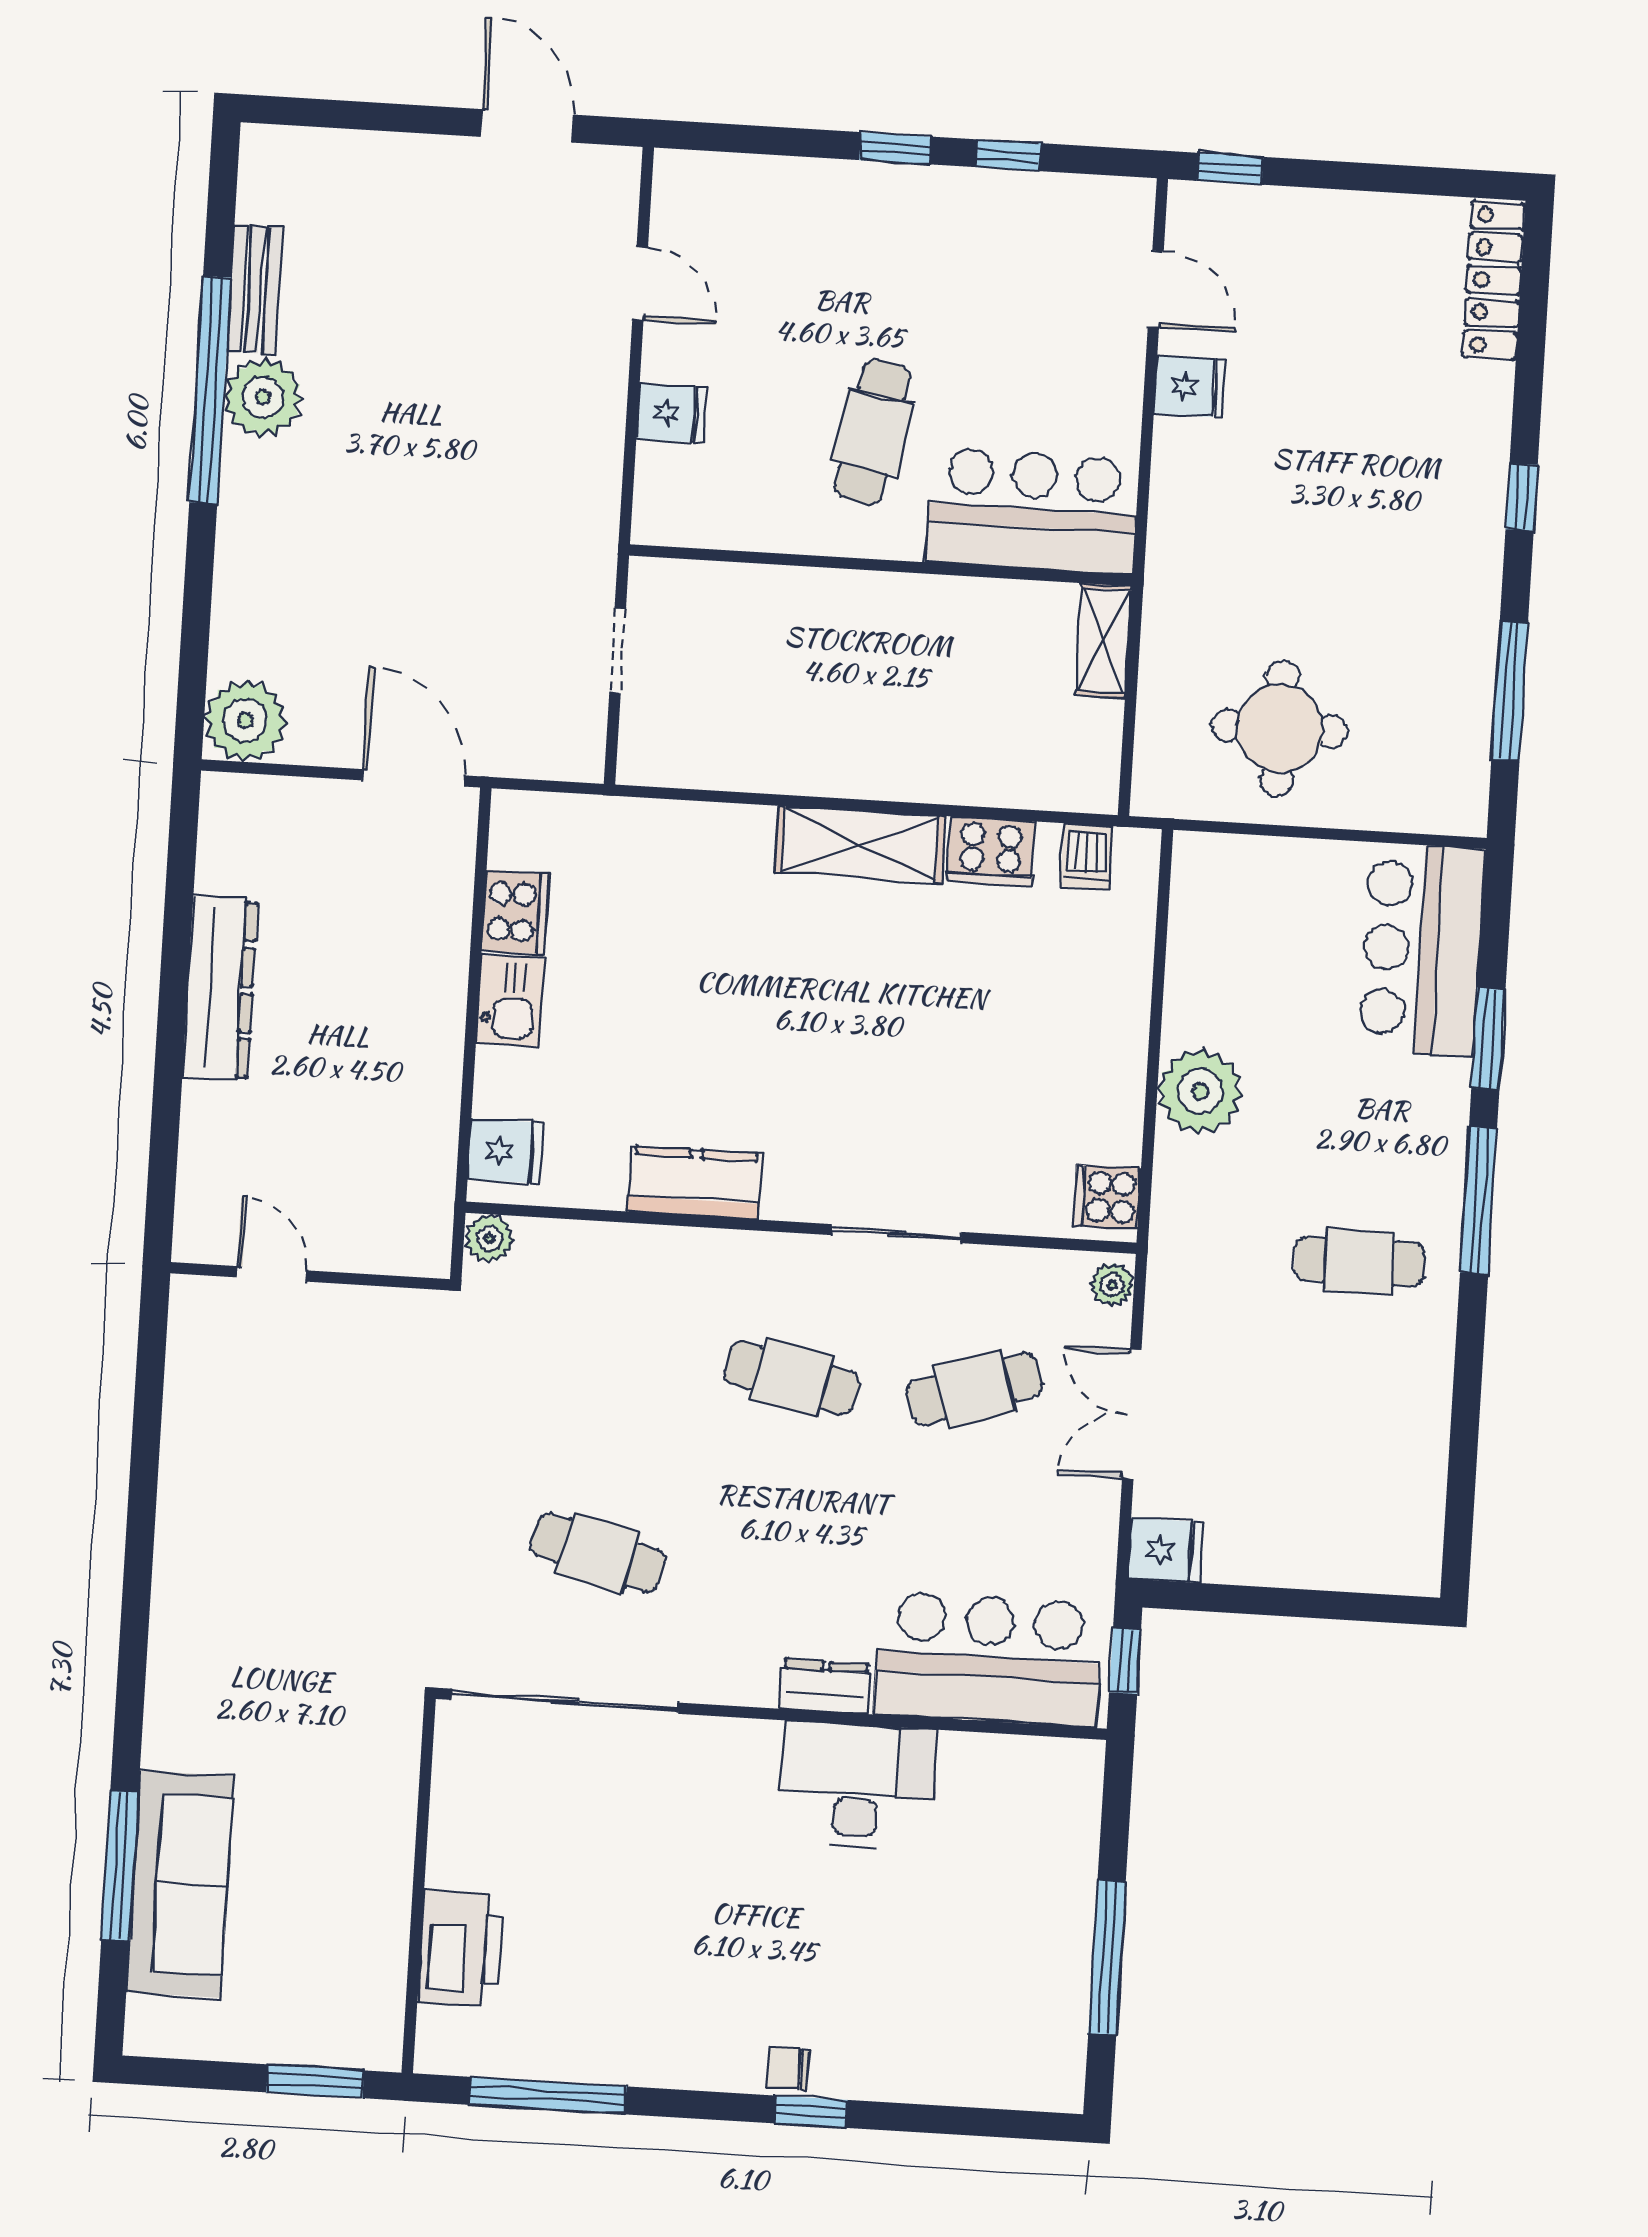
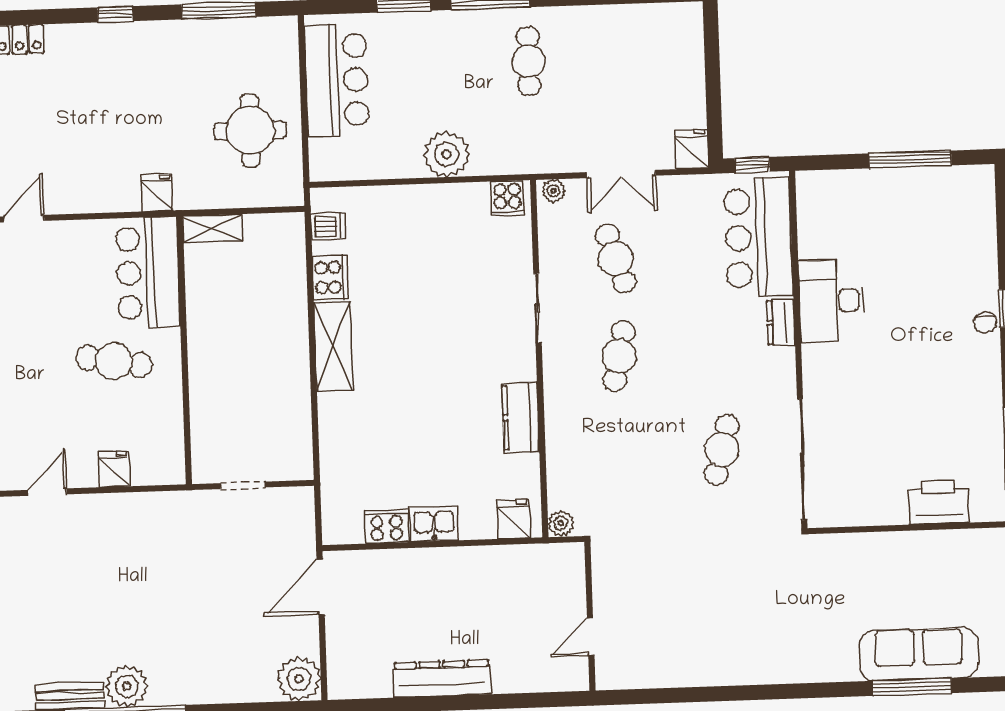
fridge: (1190, 387) -> (157, 193), moved
bar counter: (1422, 949) -> (337, 80), moved, turned -90

